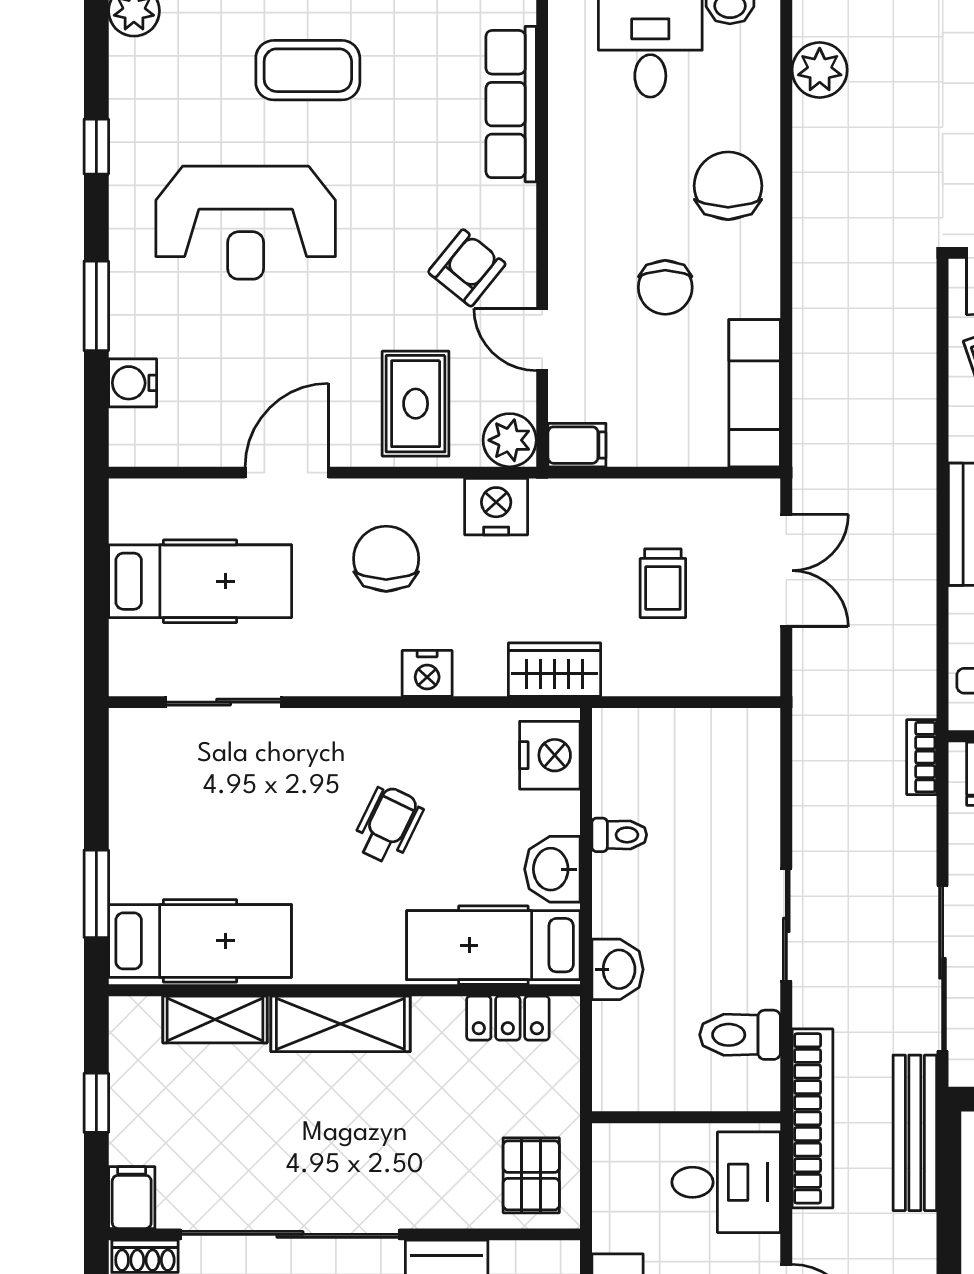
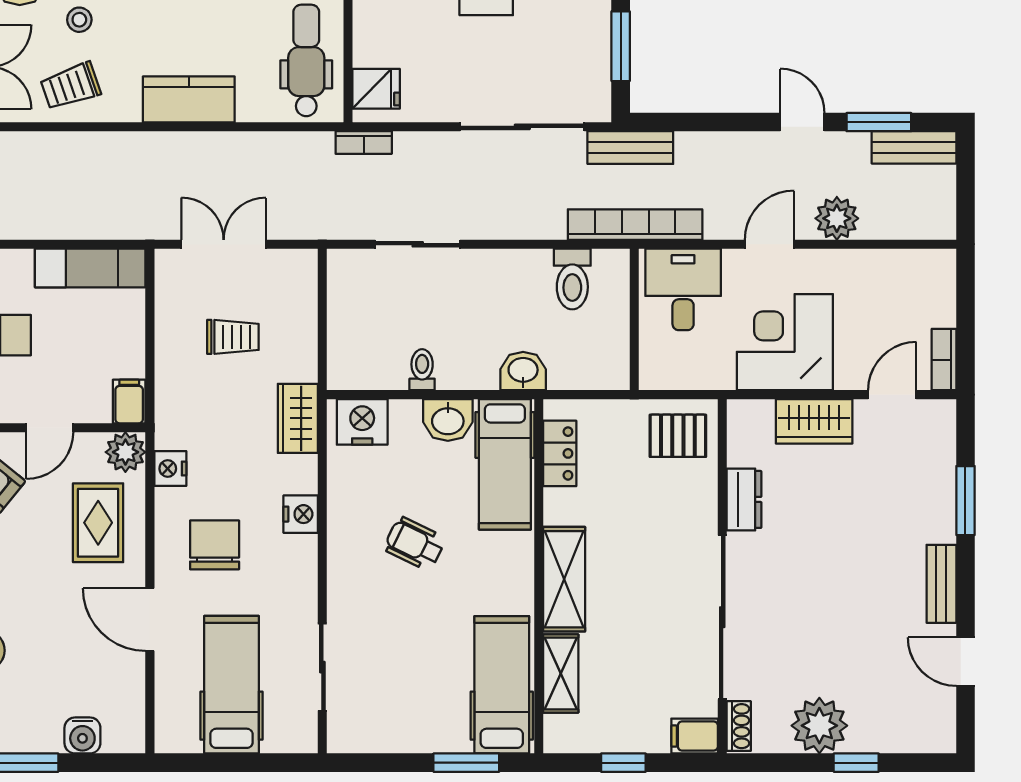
rug: (416, 404) -> (98, 523), turned 90
nightstand: (496, 507) -> (170, 469), width x0.74, depth x0.75
chair: (386, 559) -> (215, 545), turned 90
sliding door: (786, 925) -> (418, 244), moved
bench: (915, 1133) -> (630, 148), width x0.73

